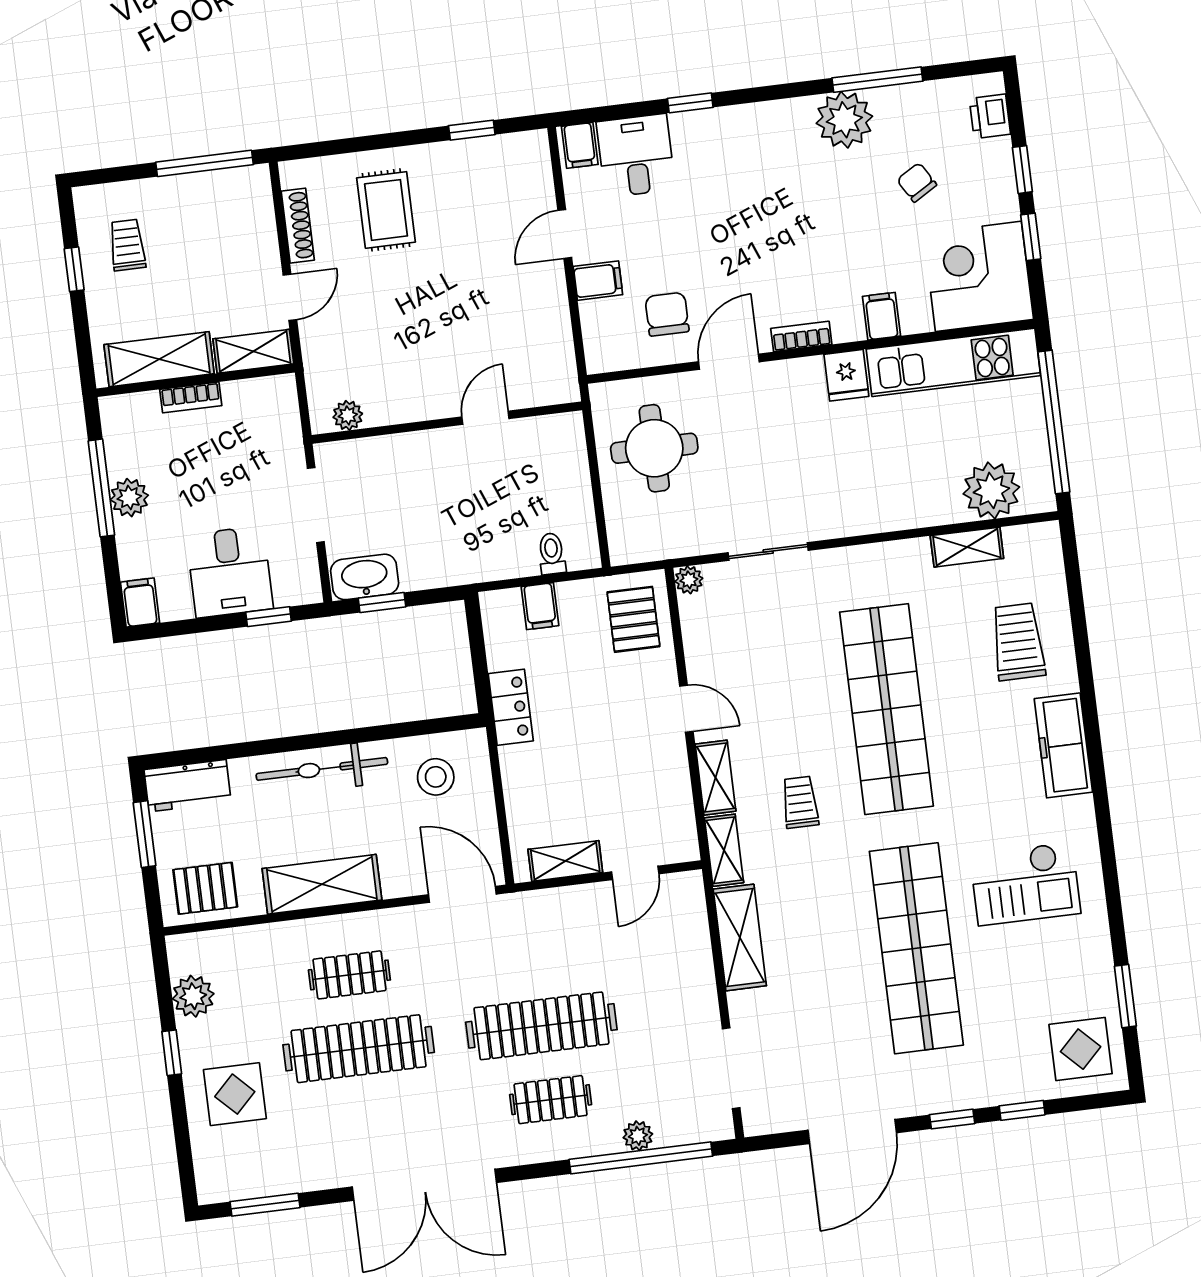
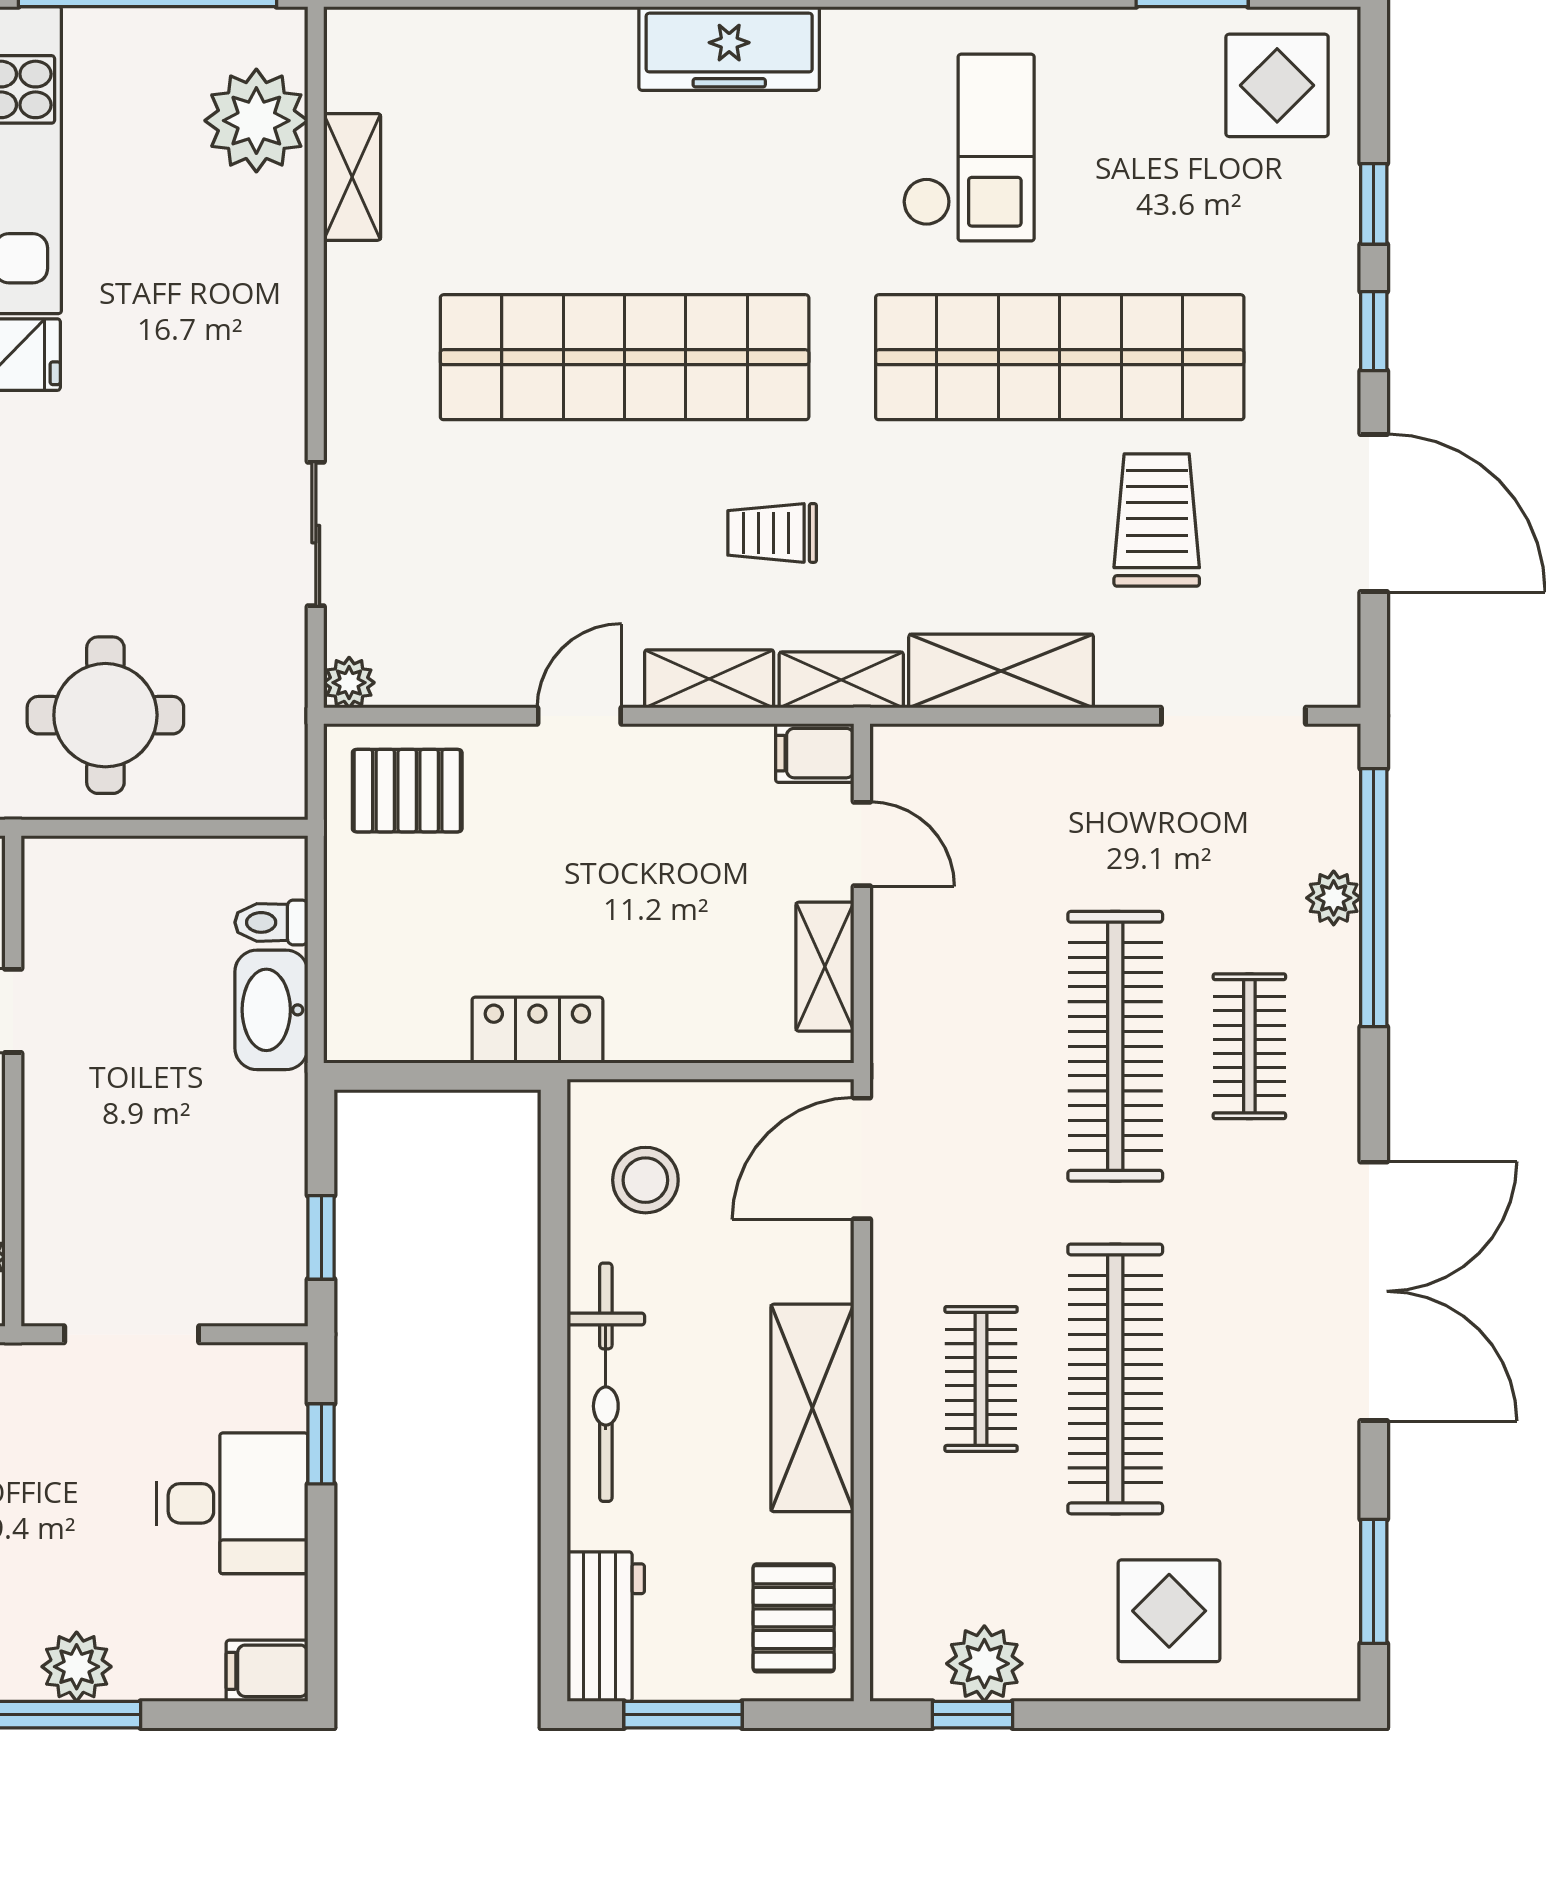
washbasin: (365, 577) -> (271, 1010), moved
filing cabinet: (540, 606) -> (815, 753), moved, turned 180
trolley: (1018, 642) -> (1157, 520), moved, turned 90
window: (172, 1053) -> (973, 1715), moved

